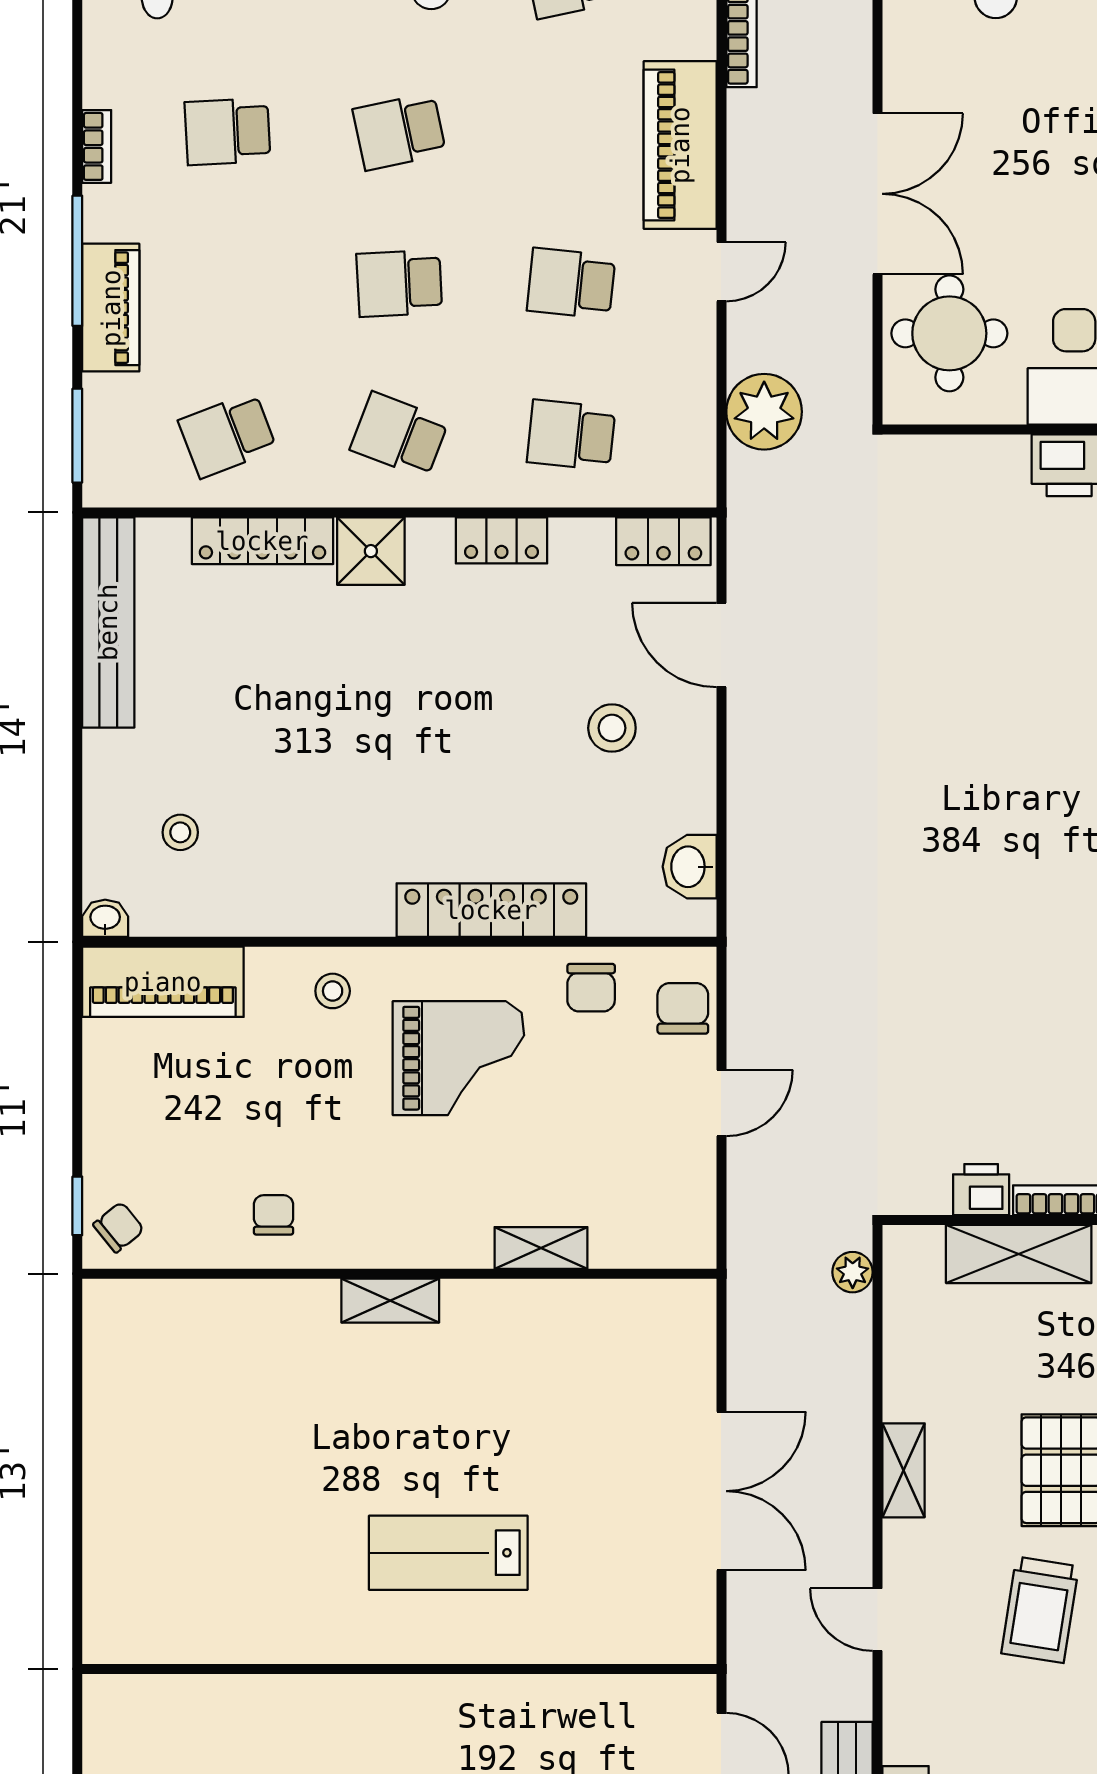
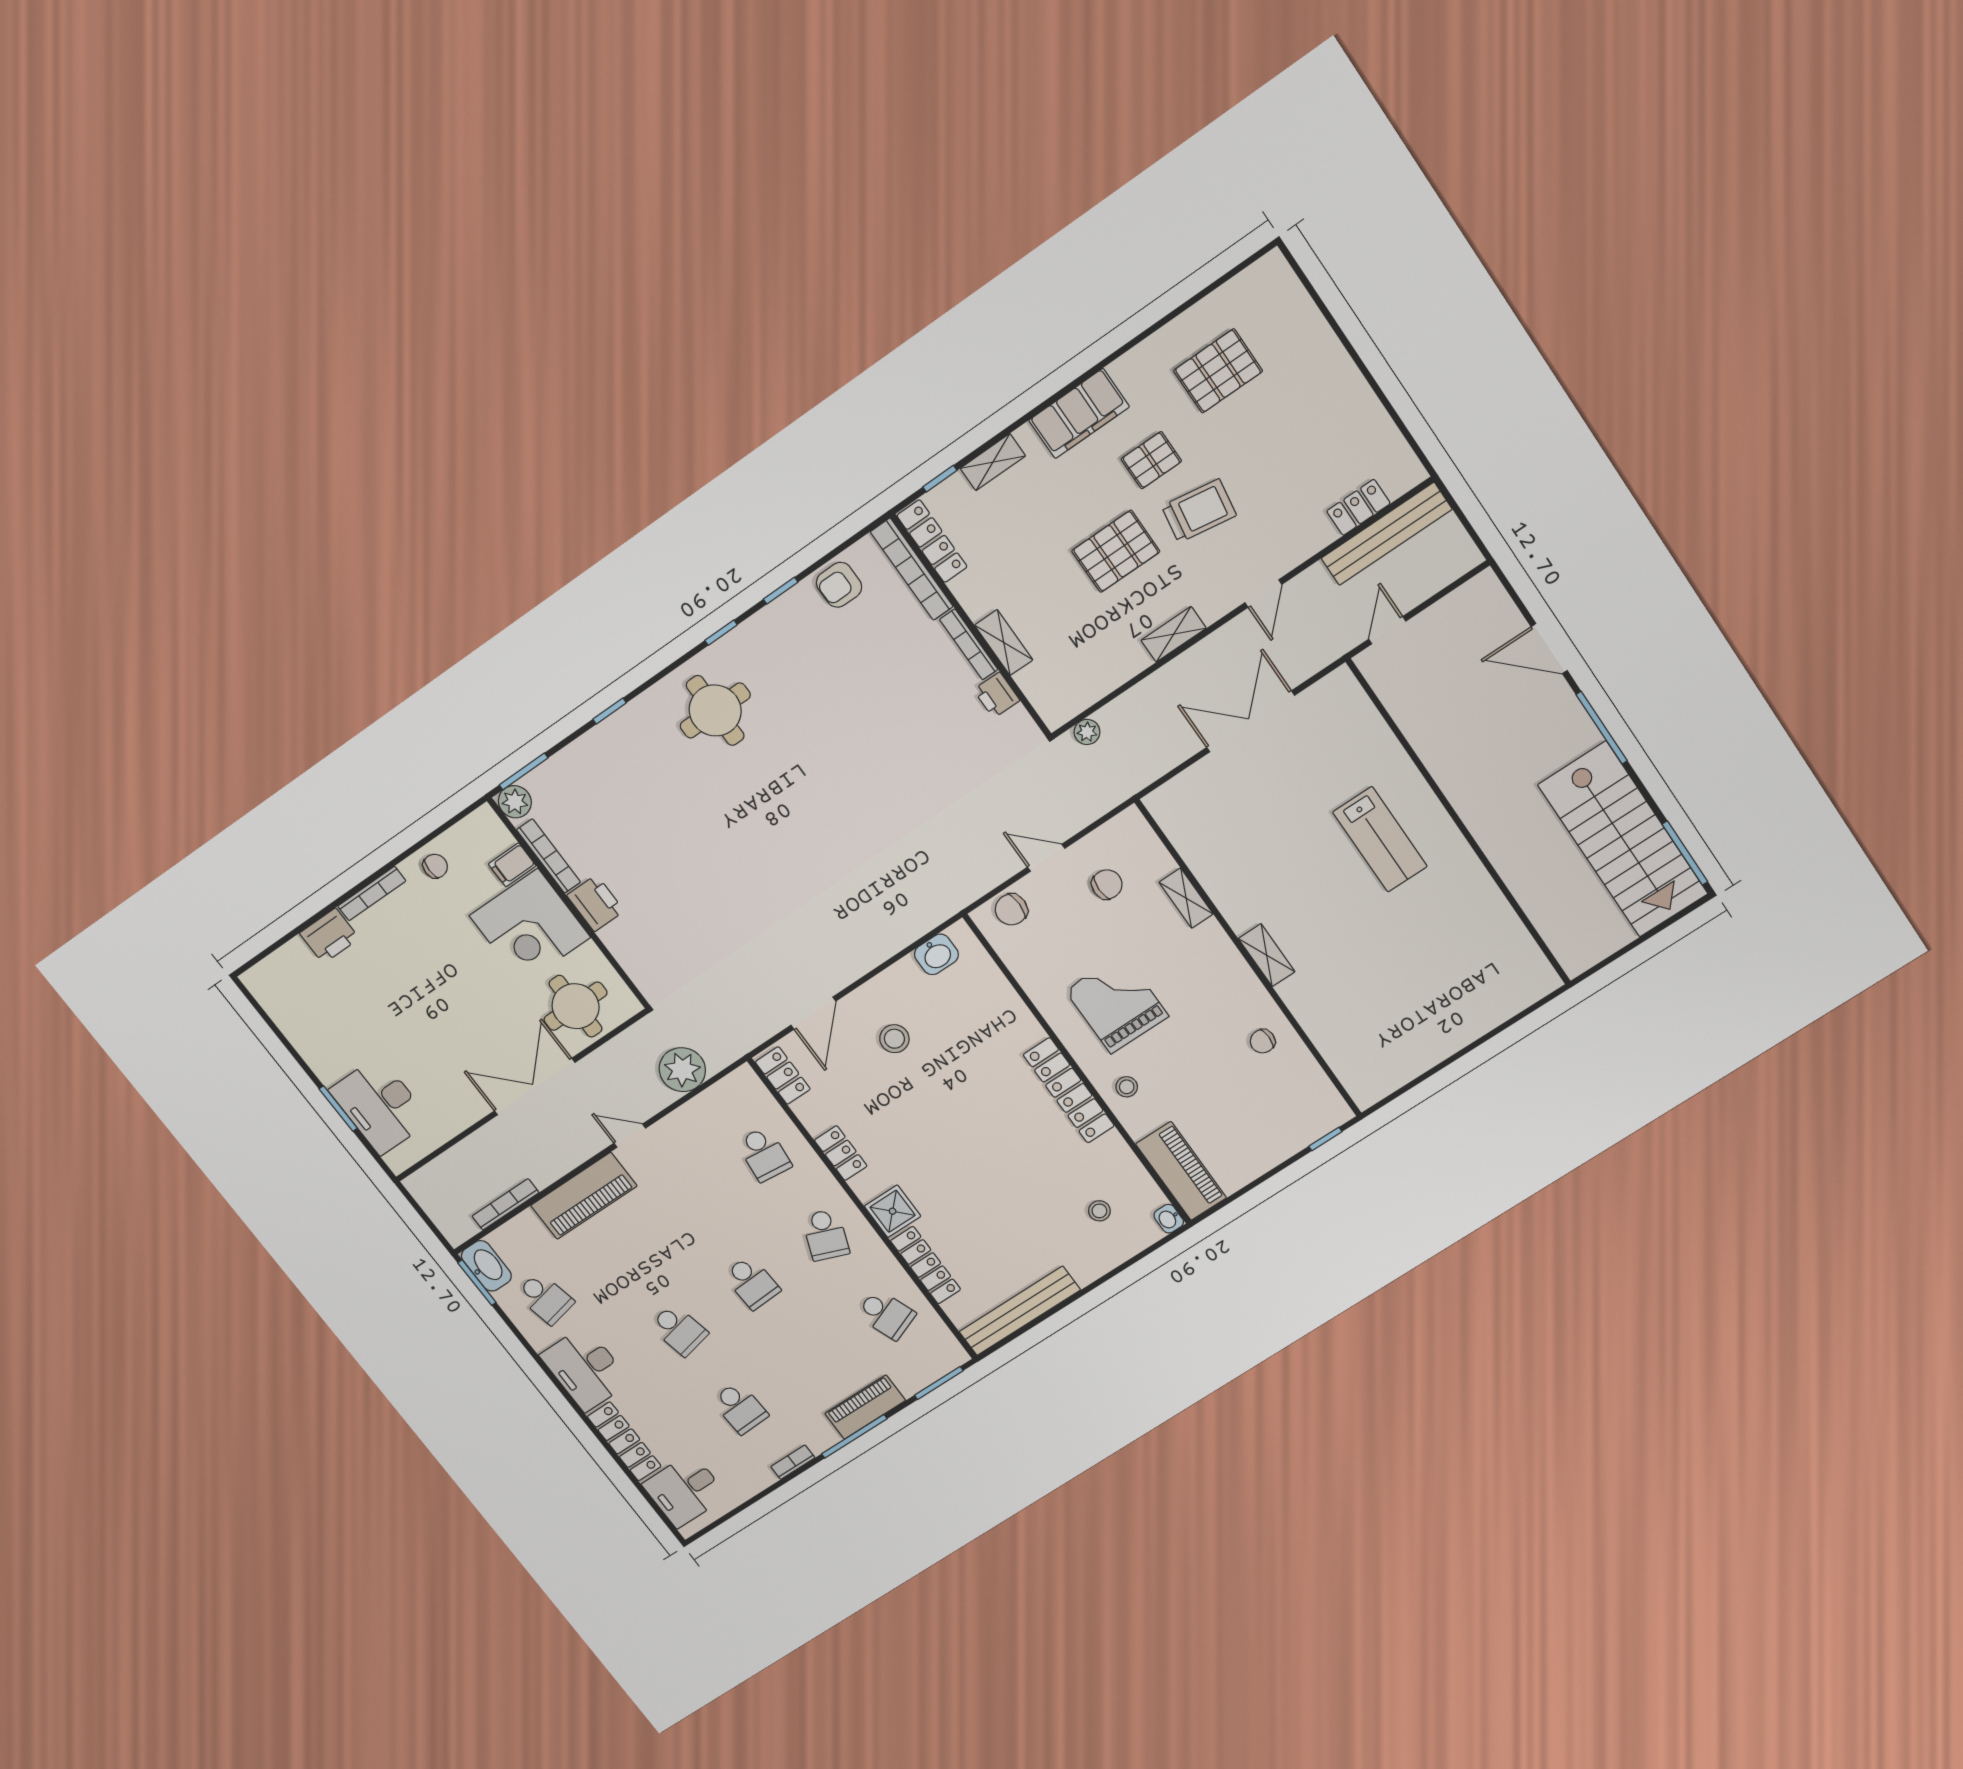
school desk: (571, 283) -> (690, 1203), removed
locker: (491, 910) -> (1069, 1090), moved
chair: (591, 988) -> (1107, 884), moved
chair: (119, 1227) -> (1322, 1112), removed
shelving: (1019, 1254) -> (1004, 642), width x0.67, depth x0.75

